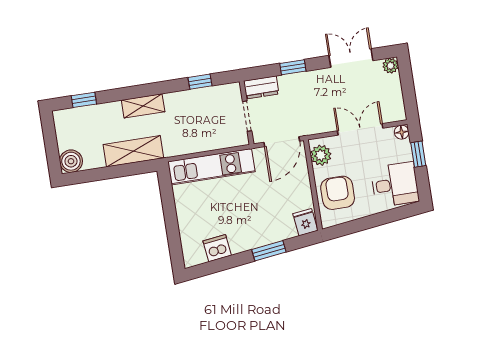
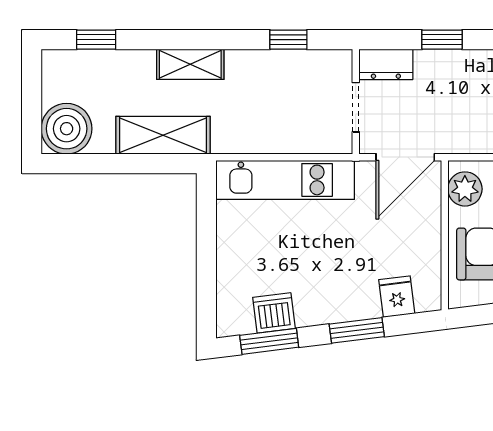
boiler: (71, 161) -> (67, 129), width x1.37, depth x1.37
fridge: (305, 222) -> (397, 297), moved
window: (217, 266) -> (269, 341), added

